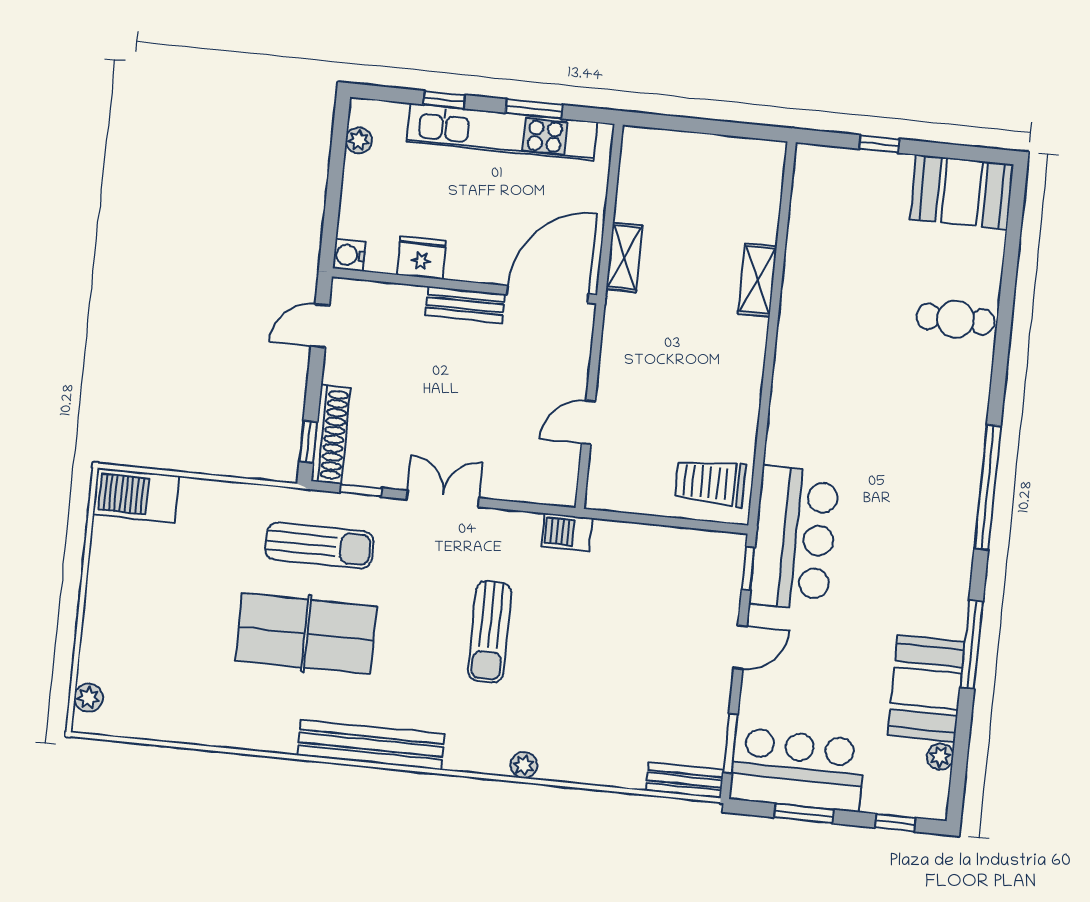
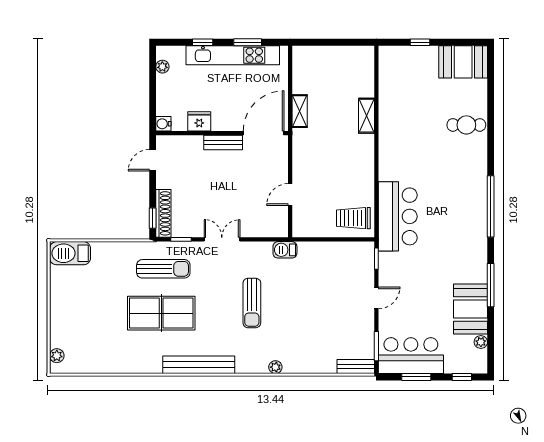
bar counter: (794, 538) -> (398, 216), moved

